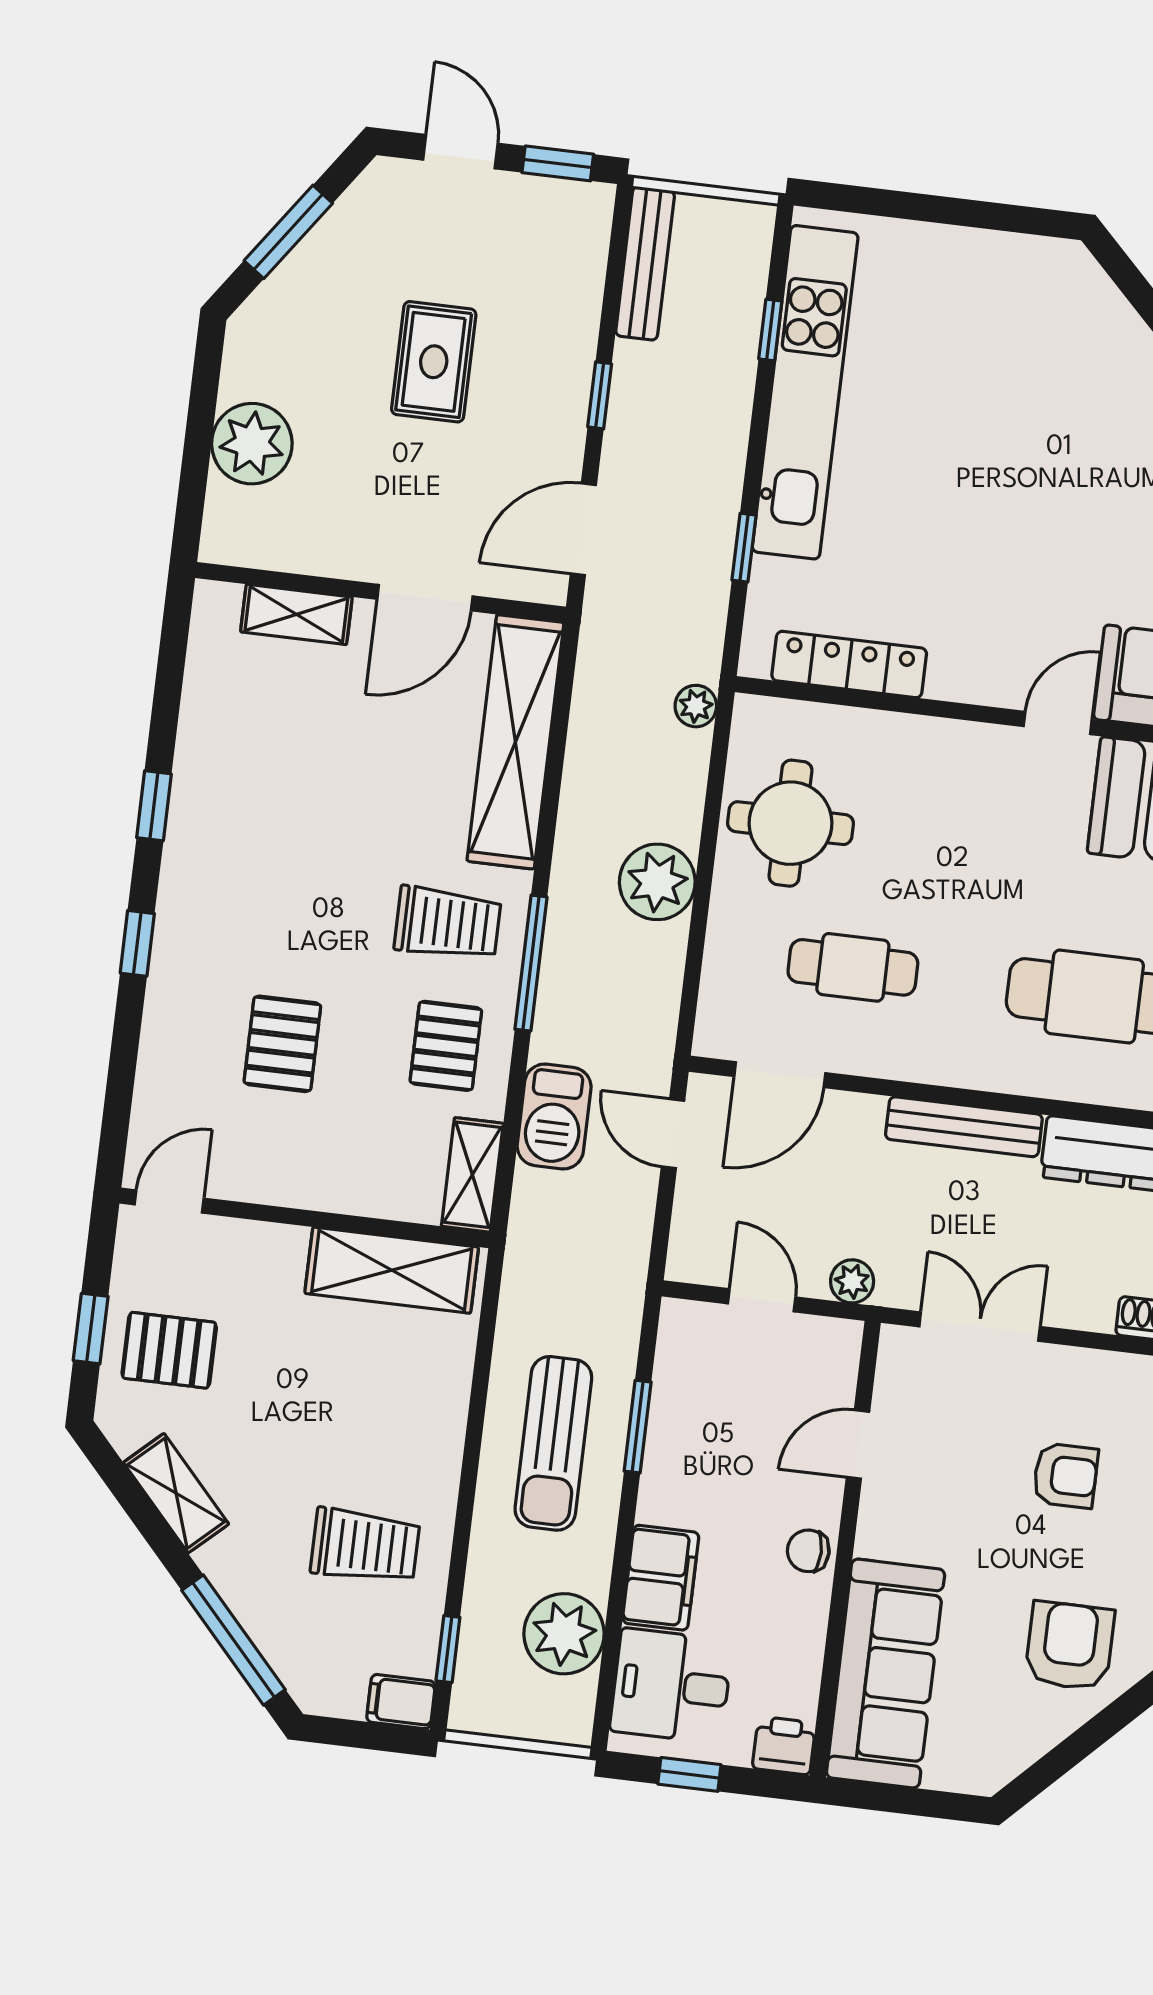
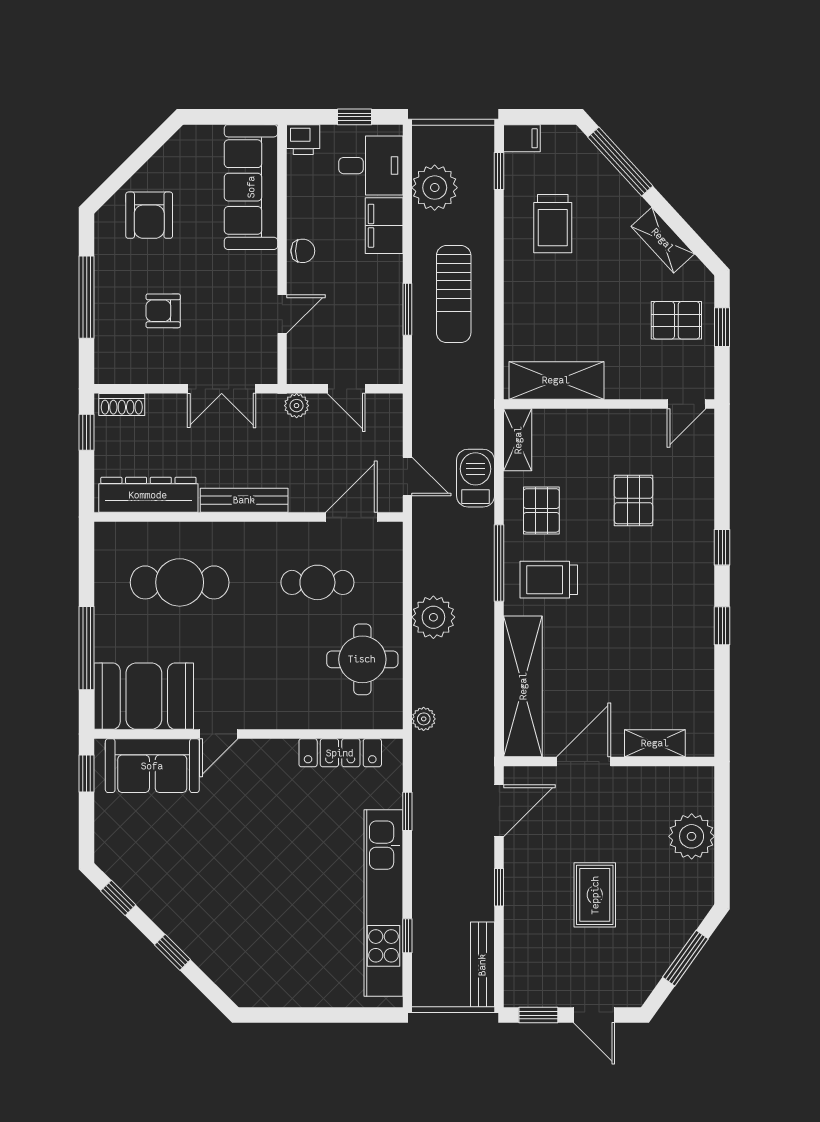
sun lounger: (553, 1443) -> (454, 294), turned 180
trolley: (365, 1546) -> (553, 224), turned -90

